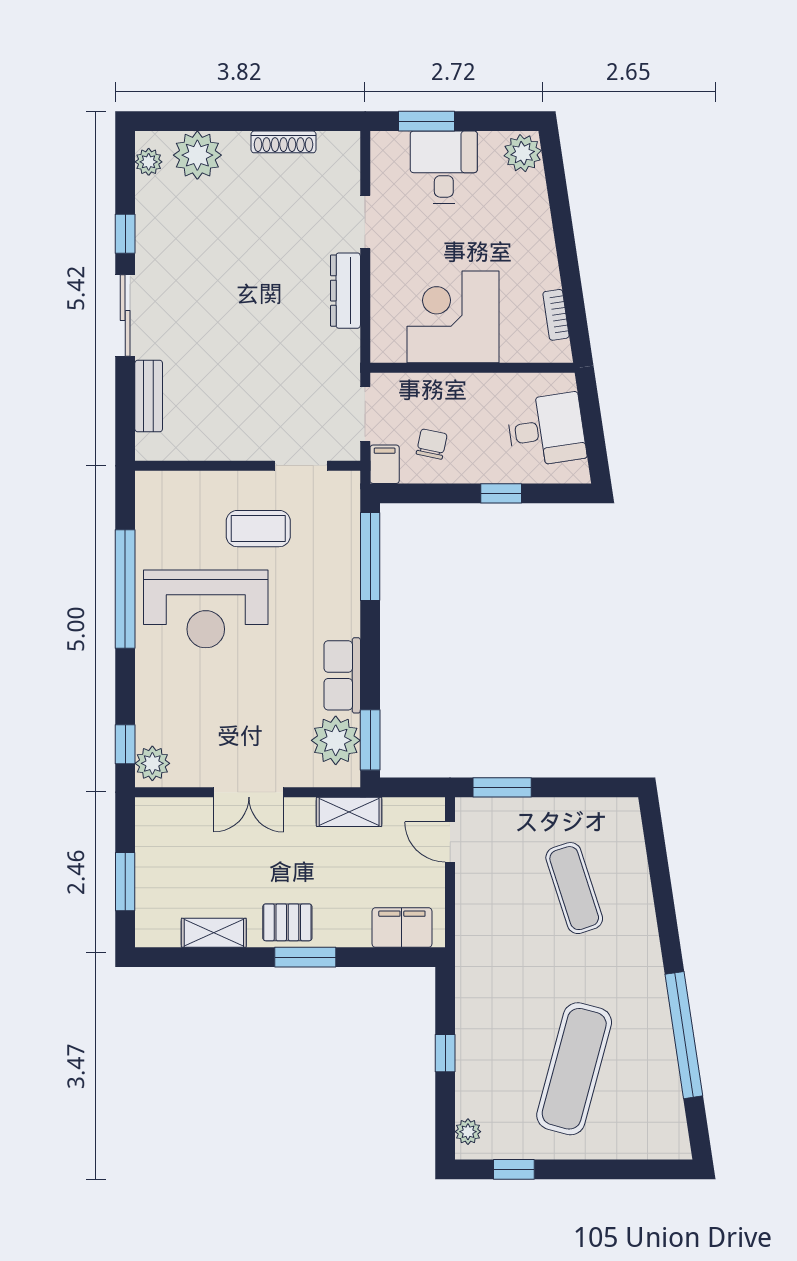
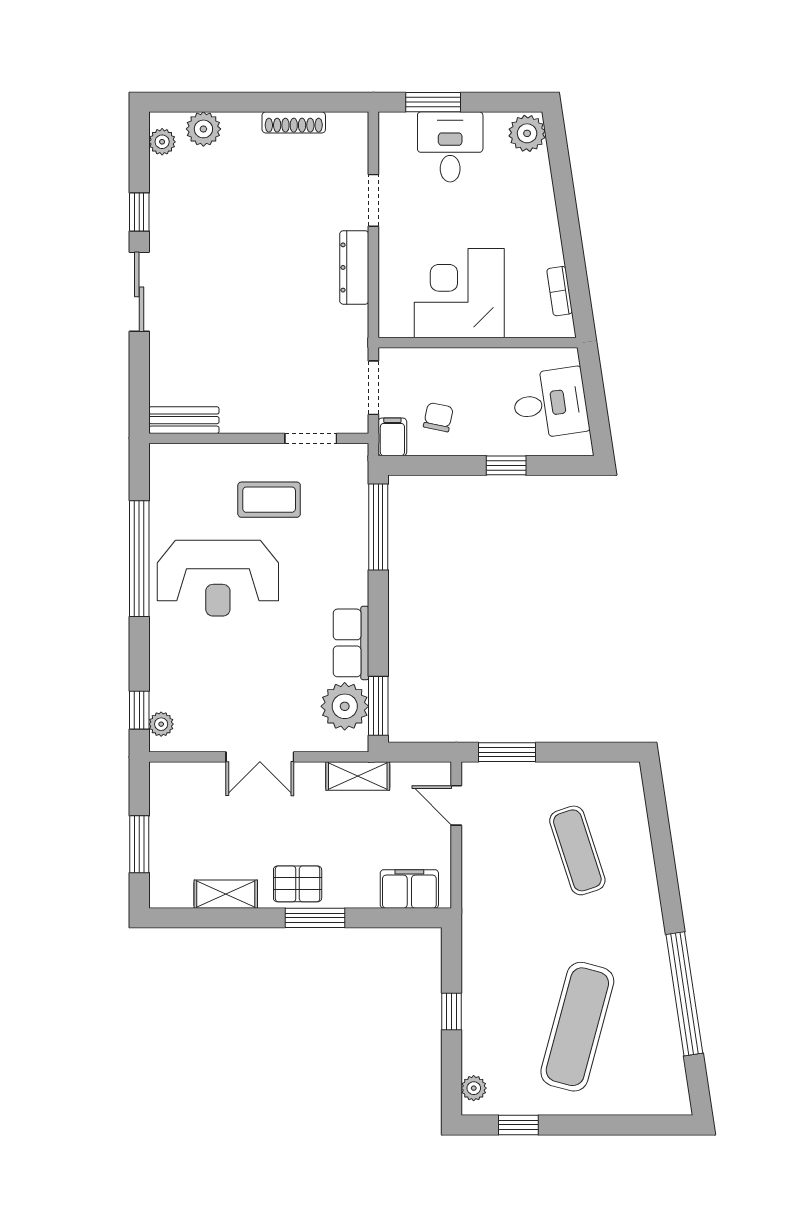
plant: (197, 155) -> (203, 129), width x0.73, depth x0.73
bench: (149, 396) -> (184, 420), moved, turned 90
plant: (152, 763) -> (161, 724), width x0.73, depth x0.73

